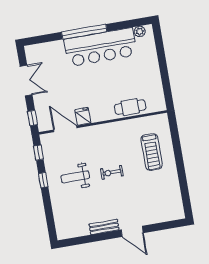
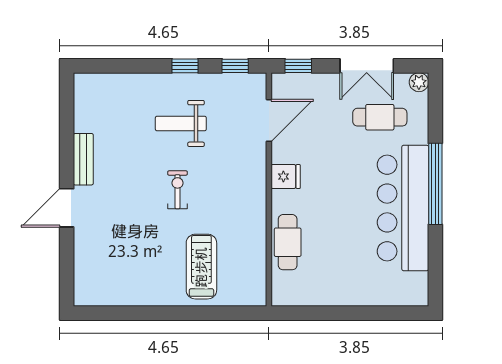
plant: (140, 31) -> (419, 82), moved
cafe table: (53, 68) -> (380, 117), added
fridge: (83, 116) -> (286, 177), moved
treadmill: (152, 152) -> (201, 267), turned 90
weight bench: (75, 177) -> (181, 123), turned -90

